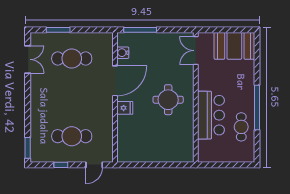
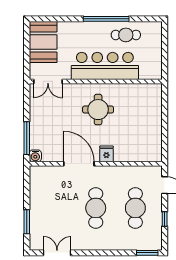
water cooler: (123, 53) -> (35, 156), moved
cafe table: (72, 59) -> (96, 208), moved
bar counter: (211, 115) -> (105, 66), width x1.36

